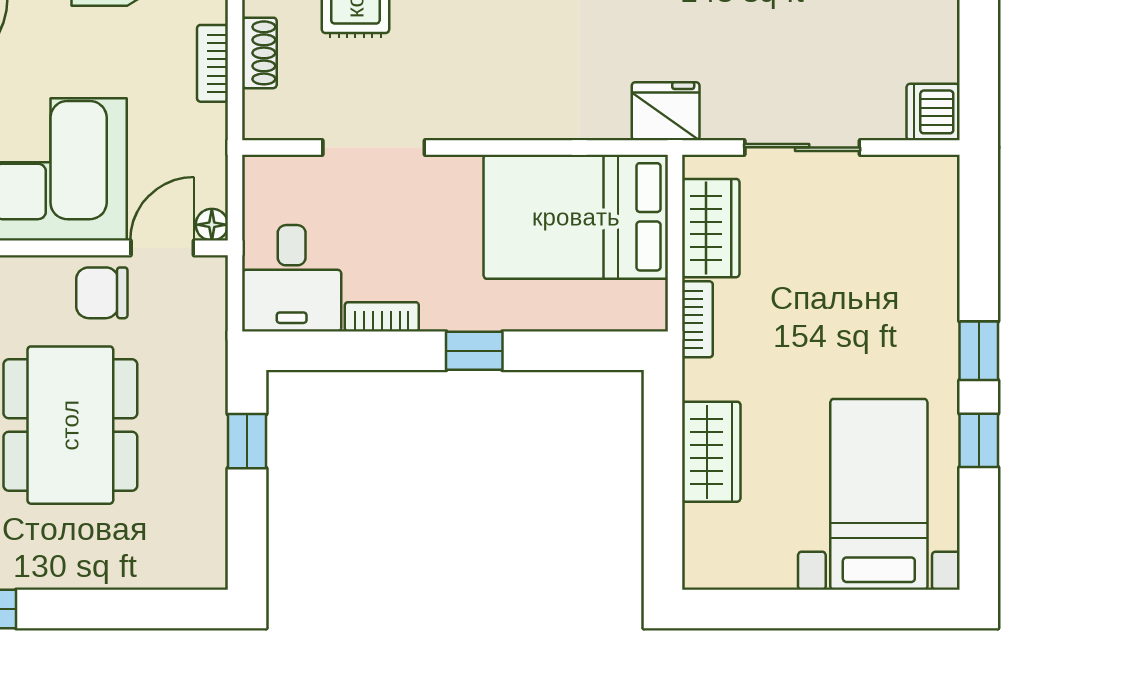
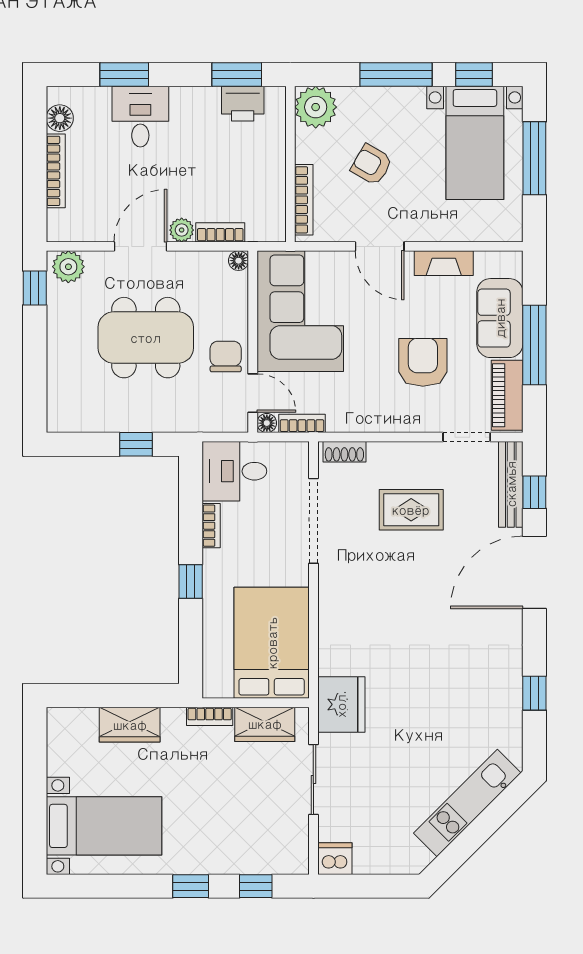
shoe rack: (259, 53) -> (344, 452), moved
bookcase: (212, 63) -> (302, 423), moved
fridge: (666, 111) -> (341, 704), width x1.36, depth x1.34
doorway: (374, 147) -> (313, 521), width x1.36
window: (979, 440) -> (256, 886), moved

